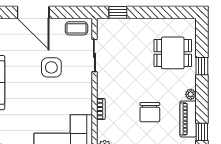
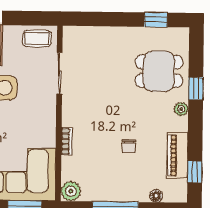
window: (118, 12) -> (156, 20), moved
plant: (191, 94) -> (181, 109), moved
chair: (150, 112) -> (129, 146), width x0.54, depth x0.54

